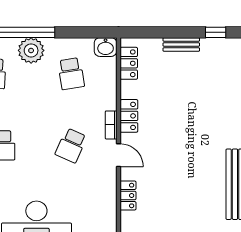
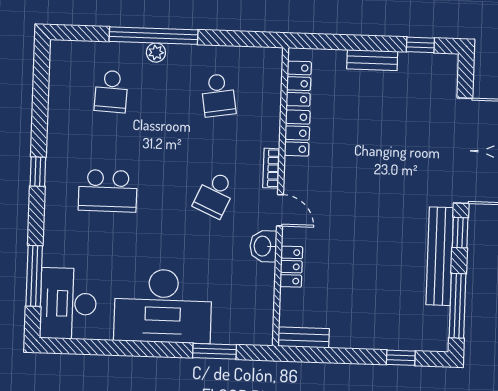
washbasin: (106, 47) -> (263, 246), moved, turned 90
plant: (31, 50) -> (156, 53), width x0.53, depth x0.53
locker: (129, 116) -> (297, 133), moved

